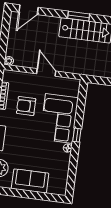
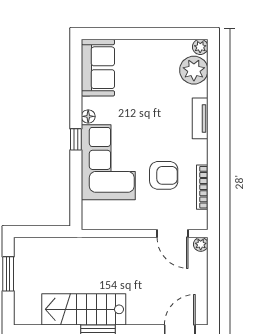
door: (46, 72) -> (172, 233), moved
sofa: (30, 181) -> (98, 68), moved, turned -90

